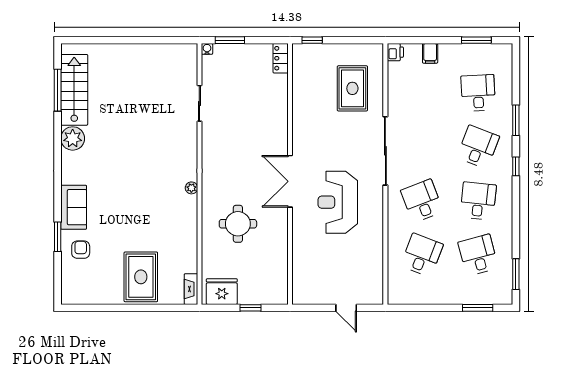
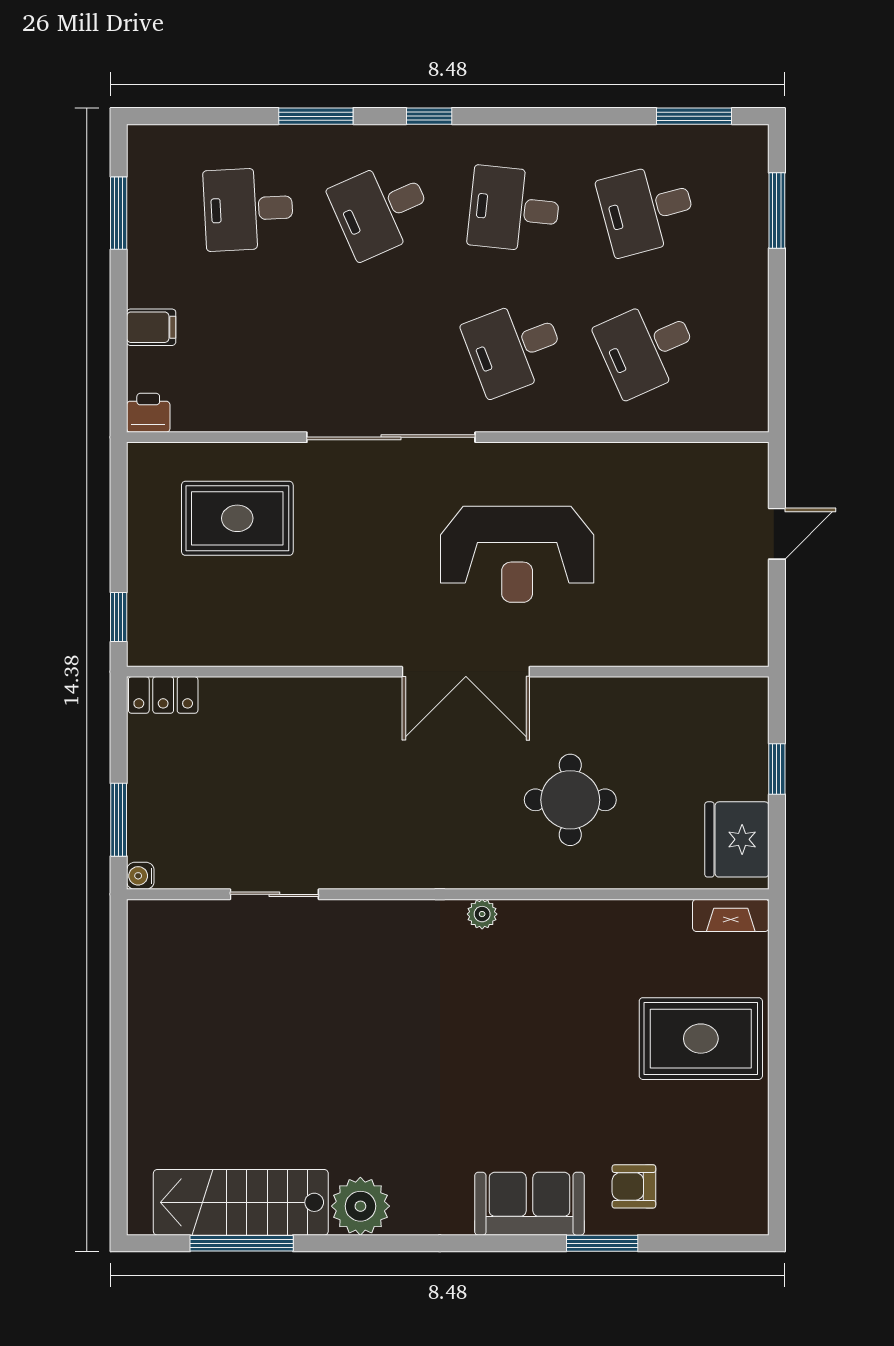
desk: (478, 147) -> (381, 209), turned -45
desk: (422, 255) -> (647, 347), turned -45

